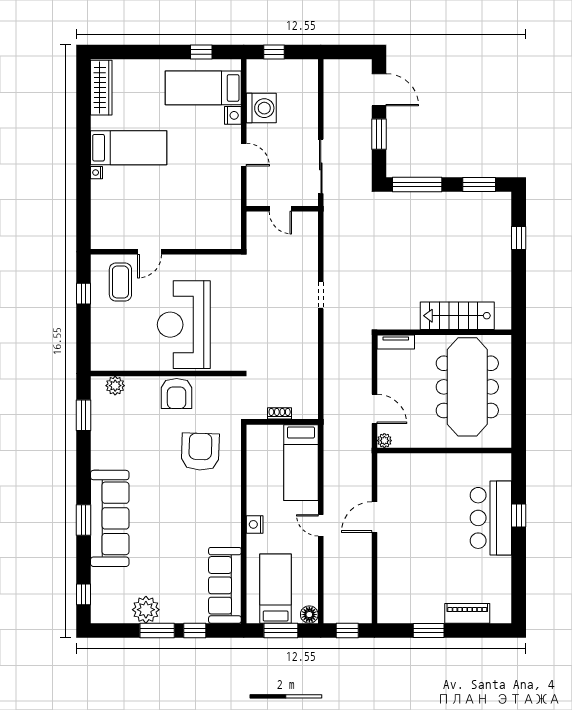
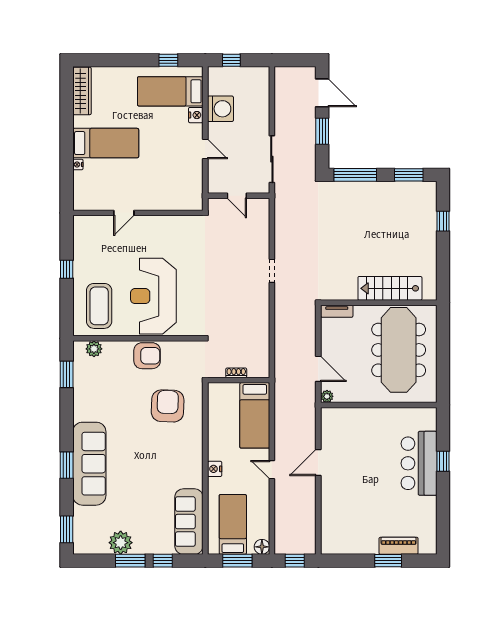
door: (150, 252) -> (124, 213), moved
wall: (166, 252) -> (138, 213), moved
coffee table: (120, 282) -> (99, 306), moved, width x1.36, depth x1.32
armchair: (177, 394) -> (147, 356), turned -90
window: (83, 594) -> (67, 529), width x1.50
window: (429, 630) -> (388, 561), moved

